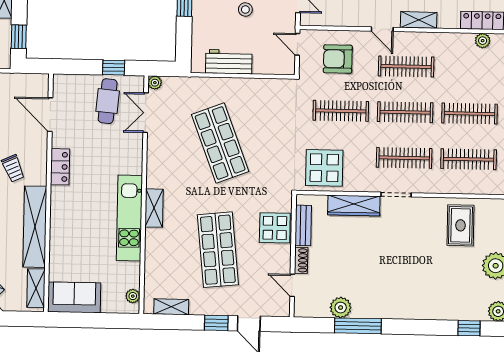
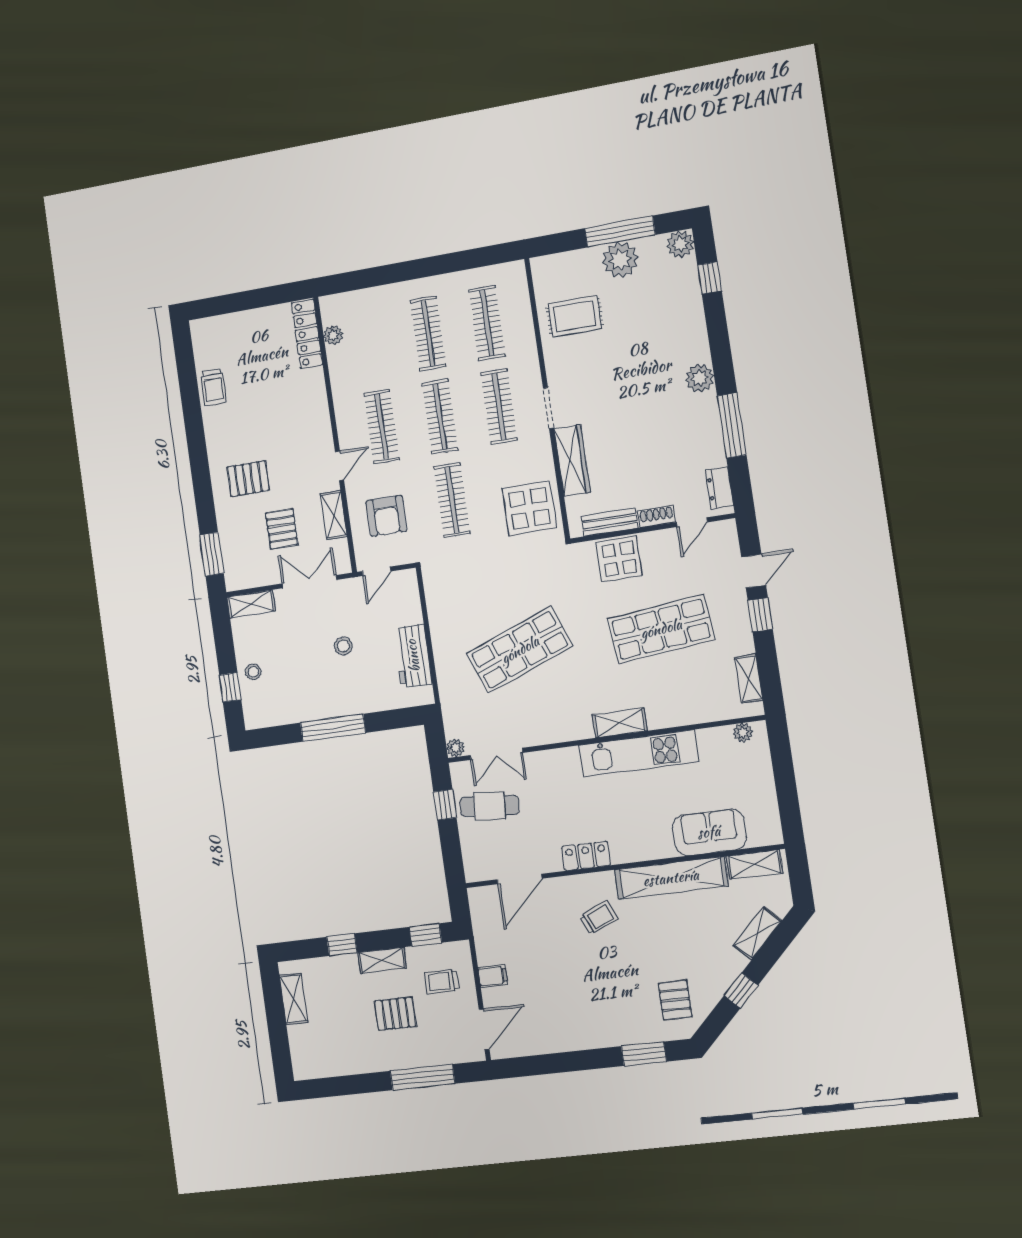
shelving: (419, 20) -> (334, 515), moved
sofa: (74, 297) -> (709, 832), moved, turned 90
plant: (341, 308) -> (700, 378), moved
dresser: (314, 309) -> (719, 488), added

